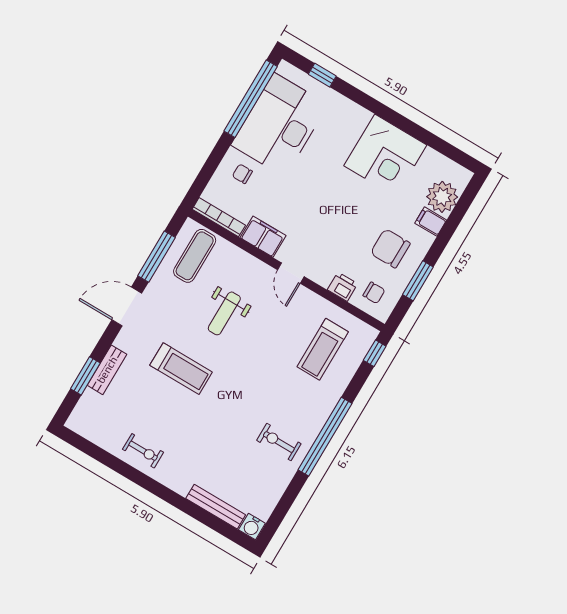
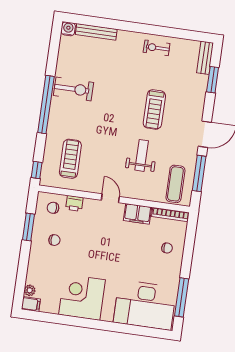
window: (322, 75) -> (143, 331), removed
window: (251, 99) -> (182, 297), width x0.68
desk: (280, 125) -> (145, 305), moved, turned 90
plant: (442, 197) -> (30, 290), width x0.53, depth x0.53
filing cabinet: (431, 222) -> (31, 304), moved
chair: (390, 248) -> (54, 240), width x0.54, depth x0.54
treadmill: (181, 369) -> (154, 109), turned -90
bench: (107, 370) -> (205, 58), moved
exercise bike: (279, 442) -> (74, 89), width x1.38, depth x1.39

